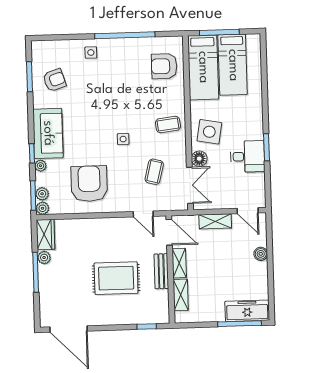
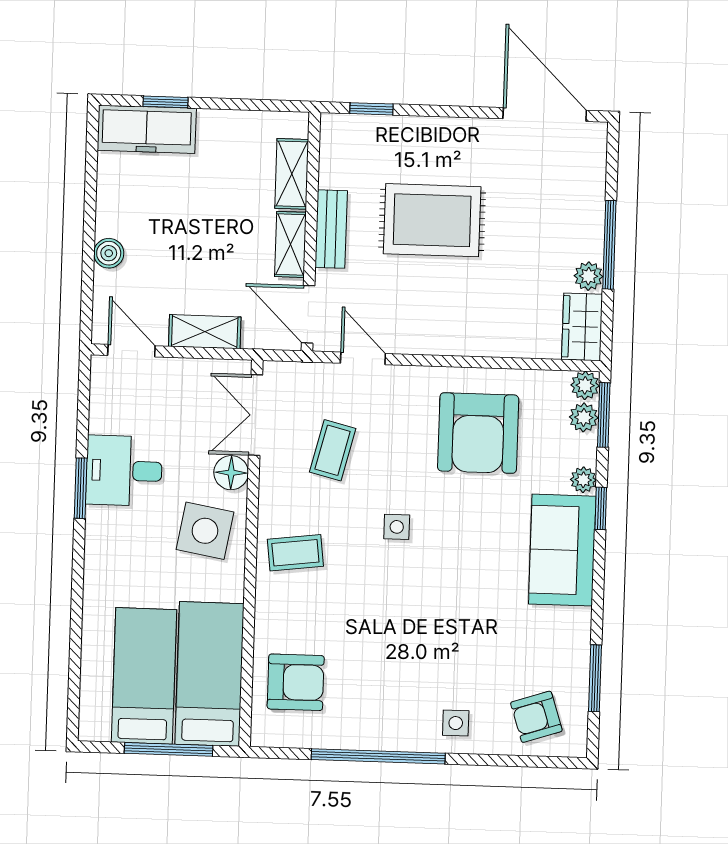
armchair: (54, 80) -> (536, 717), moved
window: (240, 324) -> (165, 102), width x0.46

